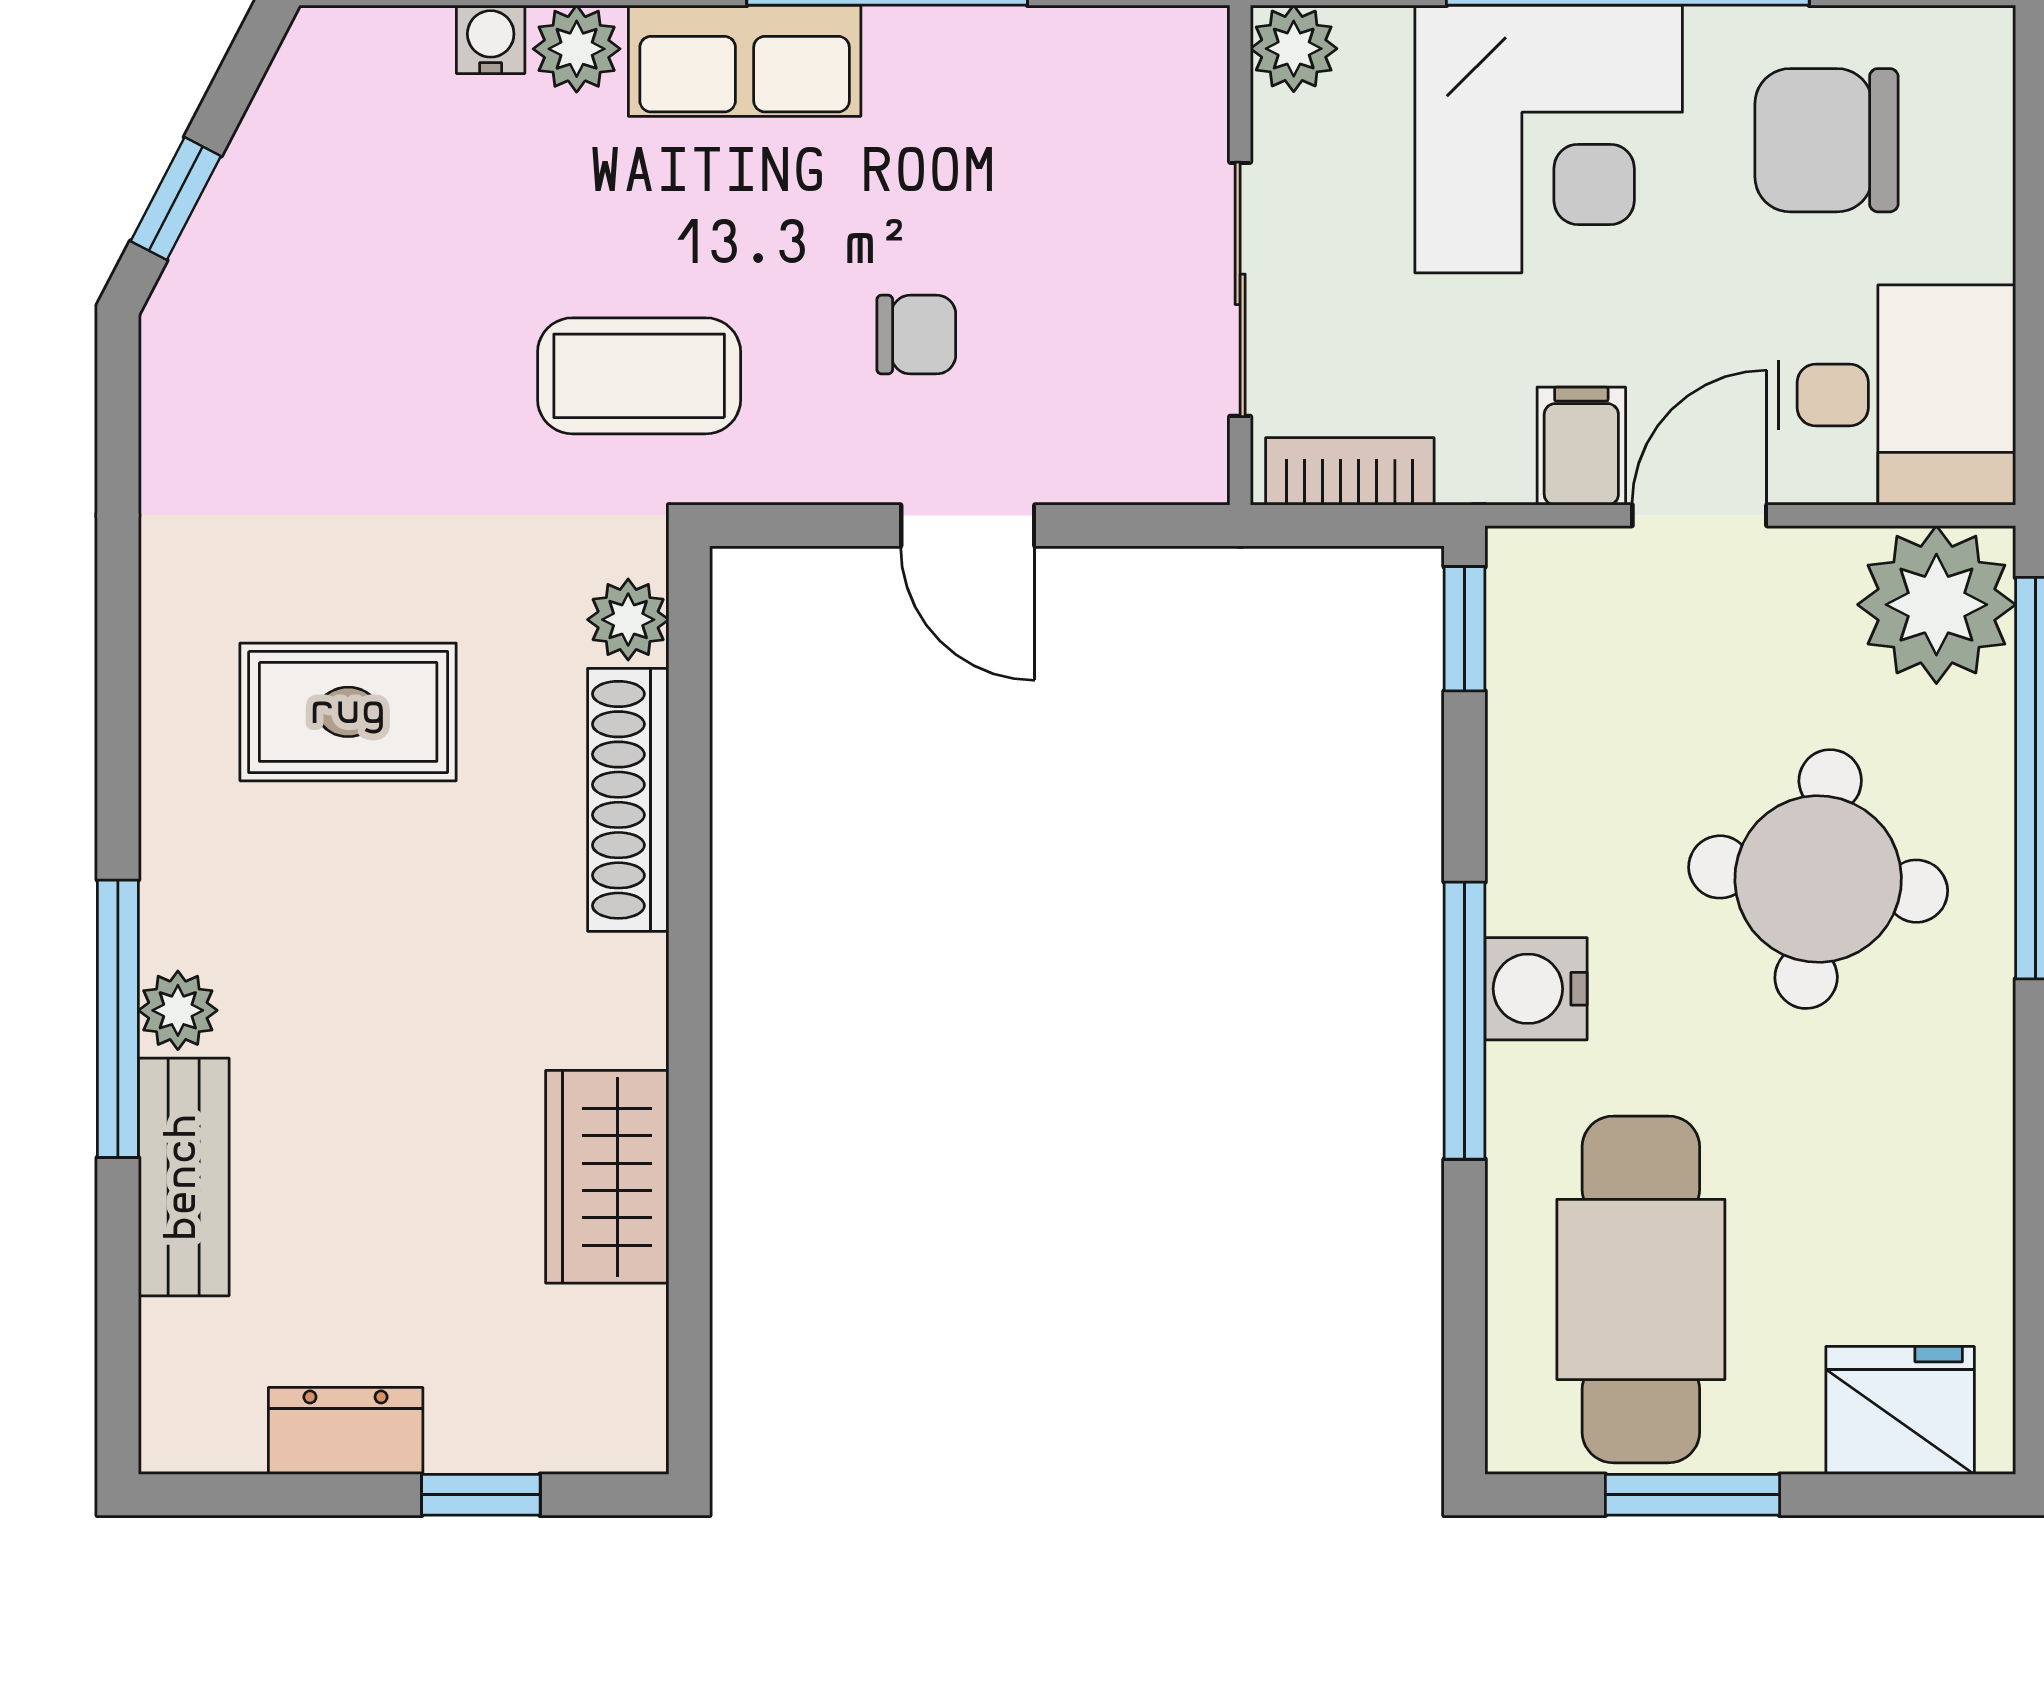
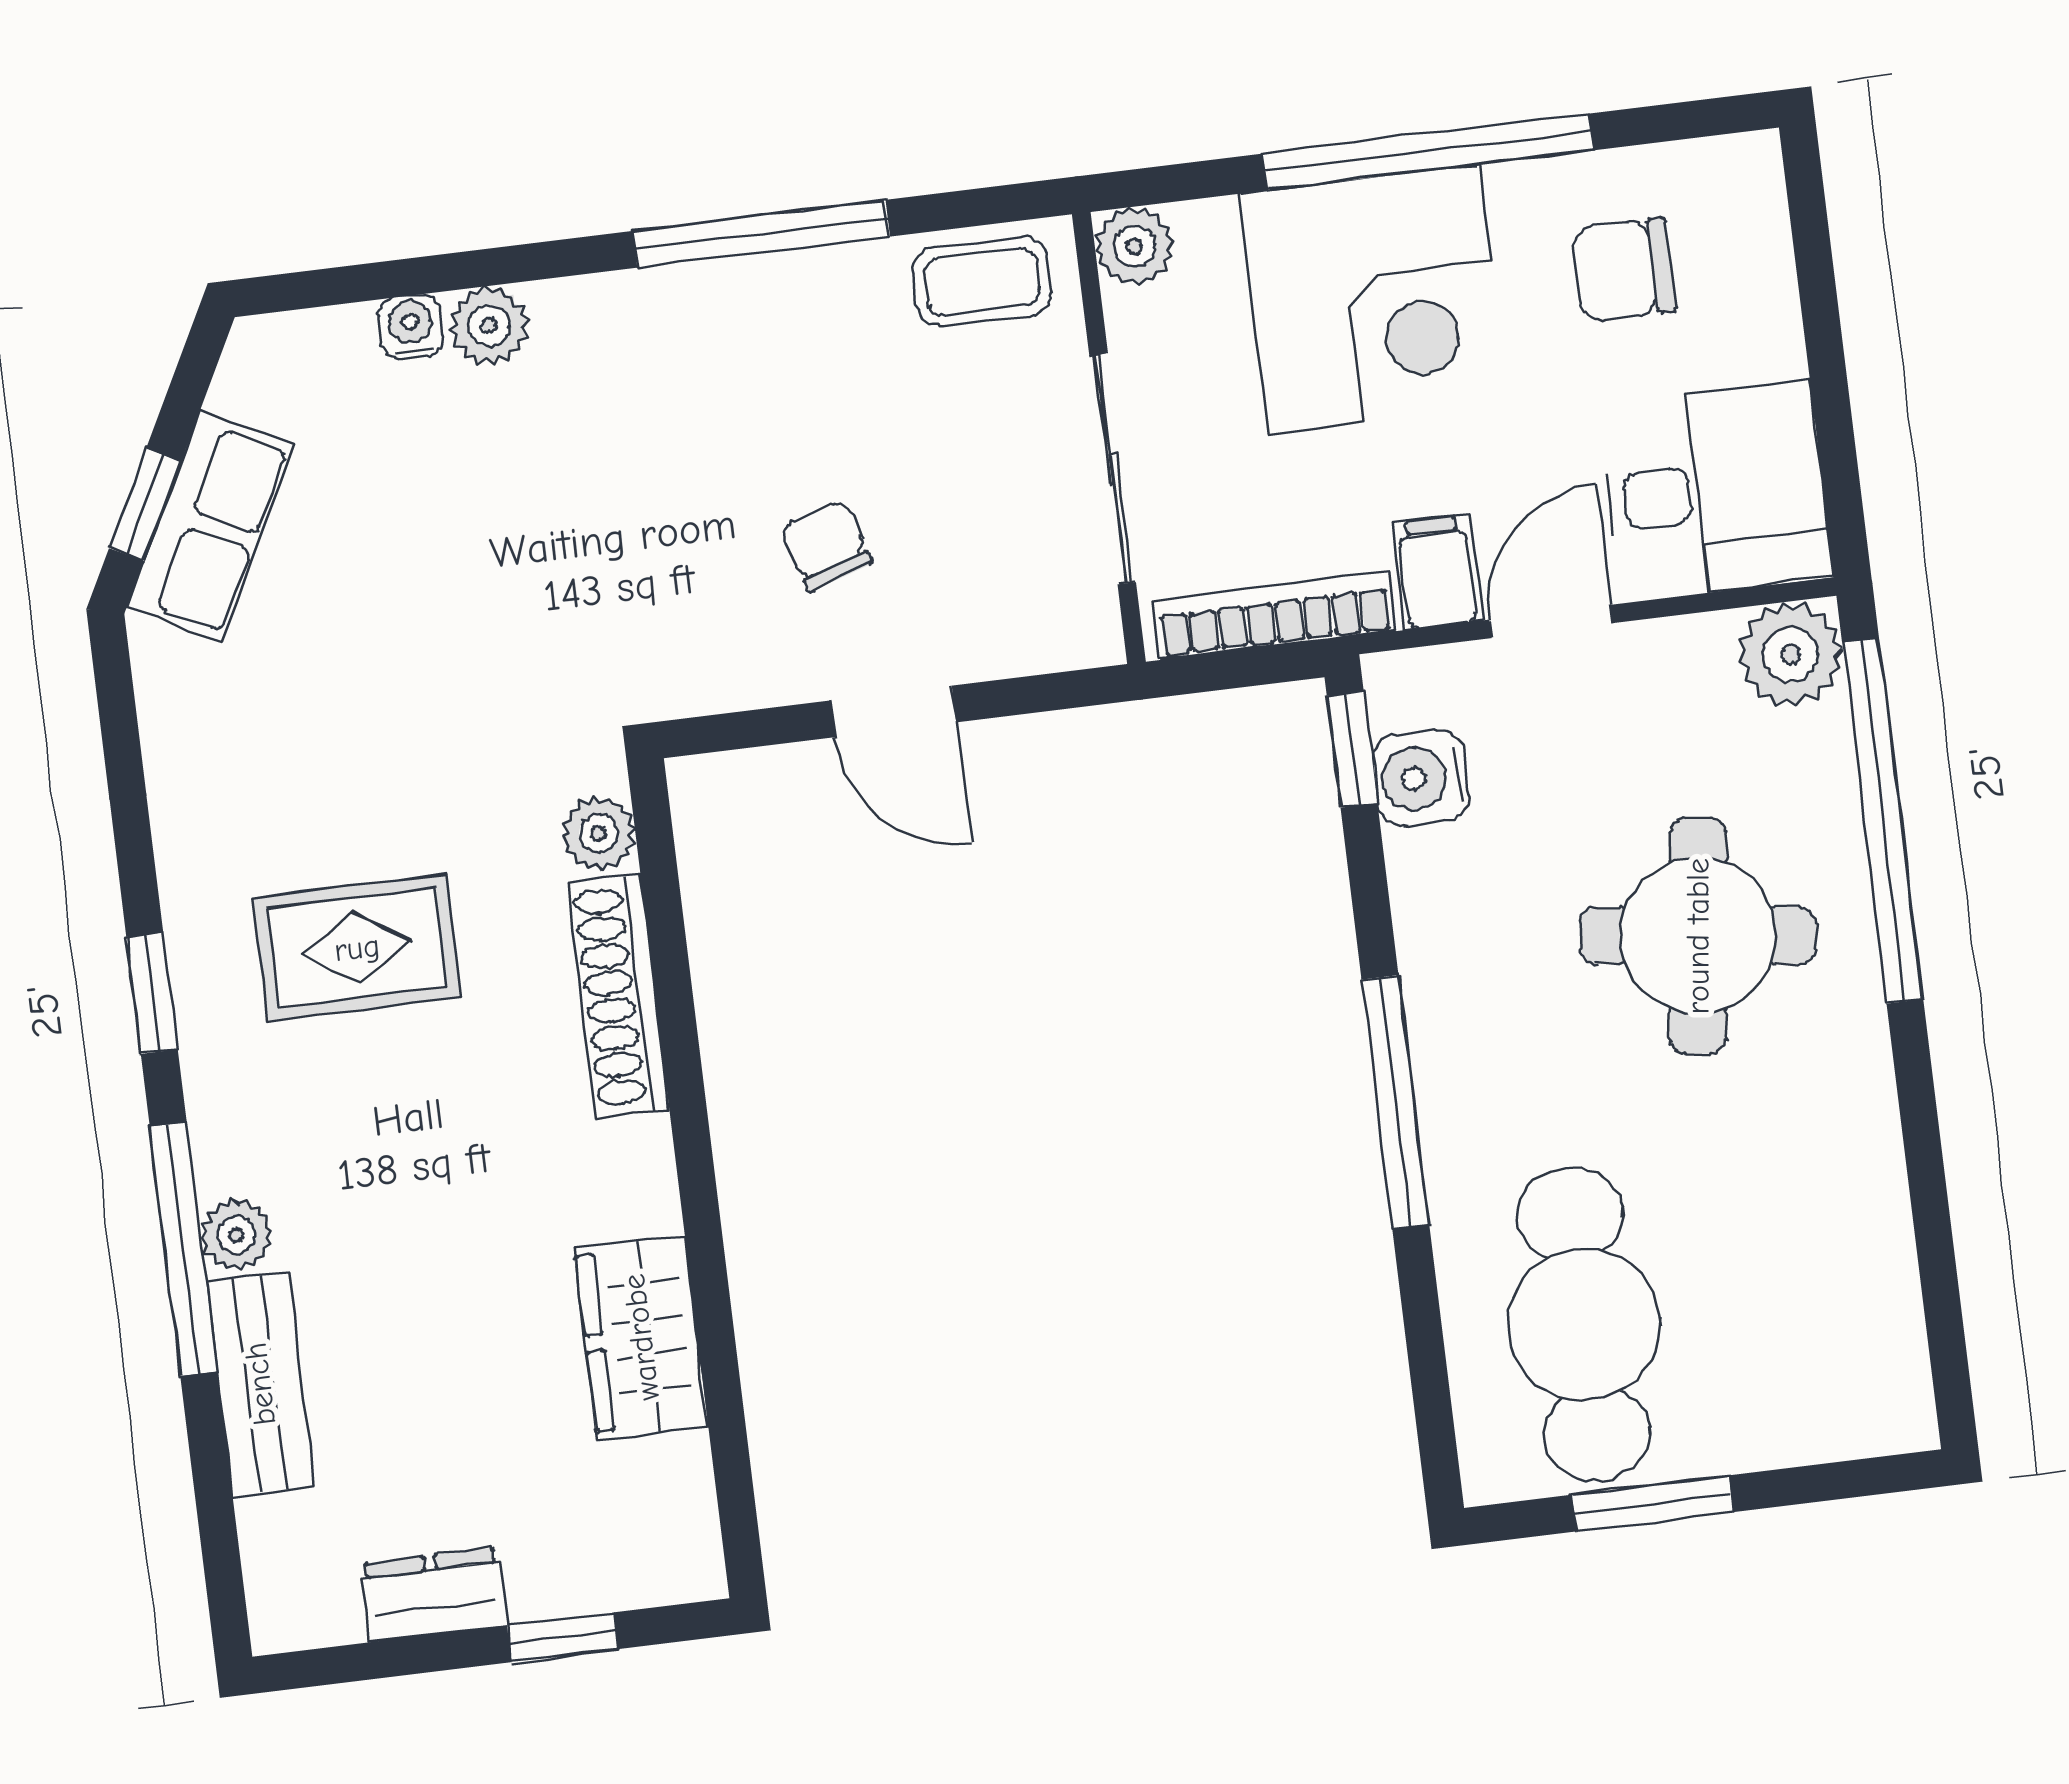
row of seats: (745, 61) -> (211, 526), moved, turned -63
chair: (1827, 140) -> (1624, 270), width x0.73, depth x0.73
chair: (916, 335) -> (826, 545), turned -108
coffee table: (639, 376) -> (982, 282), moved, width x0.73, depth x0.77
bookcase: (1350, 471) -> (1274, 615), width x1.56
plant: (1936, 605) -> (1791, 654), width x0.73, depth x0.73
window: (118, 734) -> (152, 993), added
water cooler: (1536, 989) -> (1421, 778), moved
fridge: (1900, 1410) -> (1830, 1405), removed

